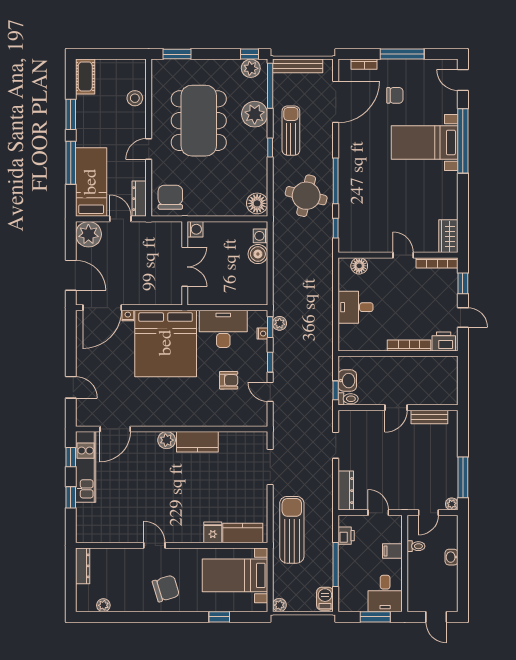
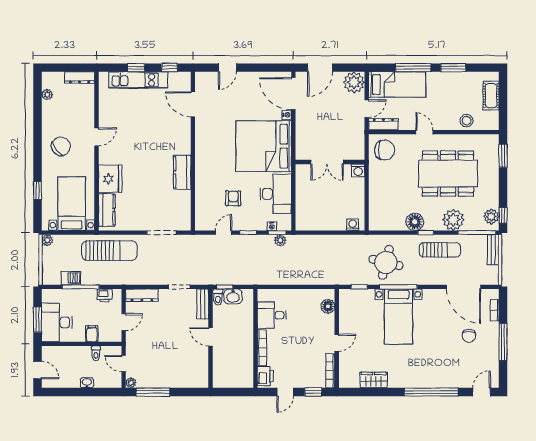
bench: (298, 66) -> (493, 250), width x0.73
cot: (85, 77) -> (491, 96), moved, turned 90
bed with nightstands: (425, 142) -> (398, 316), moved, turned 180
floor lamp: (257, 203) -> (415, 222), moved
wardrobe: (448, 236) -> (374, 380), moved
boiler: (258, 254) -> (338, 222), removed
desk: (356, 307) -> (272, 315), moved, turned -90
armchair: (229, 380) -> (233, 198), turned 180
bench: (429, 417) -> (203, 304), moved
plant: (167, 440) -> (184, 147), removed
kitchen unit: (86, 467) -> (138, 80), moved
fridge: (213, 532) -> (110, 179), width x1.88, depth x1.34
chair: (166, 588) -> (61, 146), turned -110
desk: (385, 594) -> (57, 322), width x1.37
barbecue: (325, 599) -> (71, 278), moved
door: (436, 617) -> (37, 370), swing flipped

